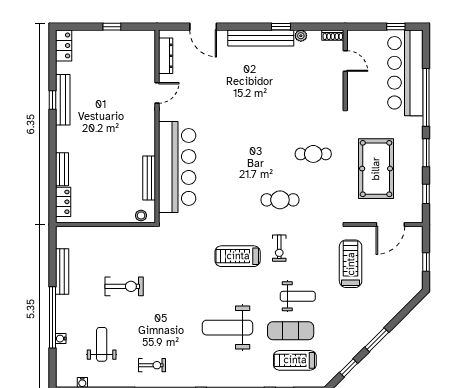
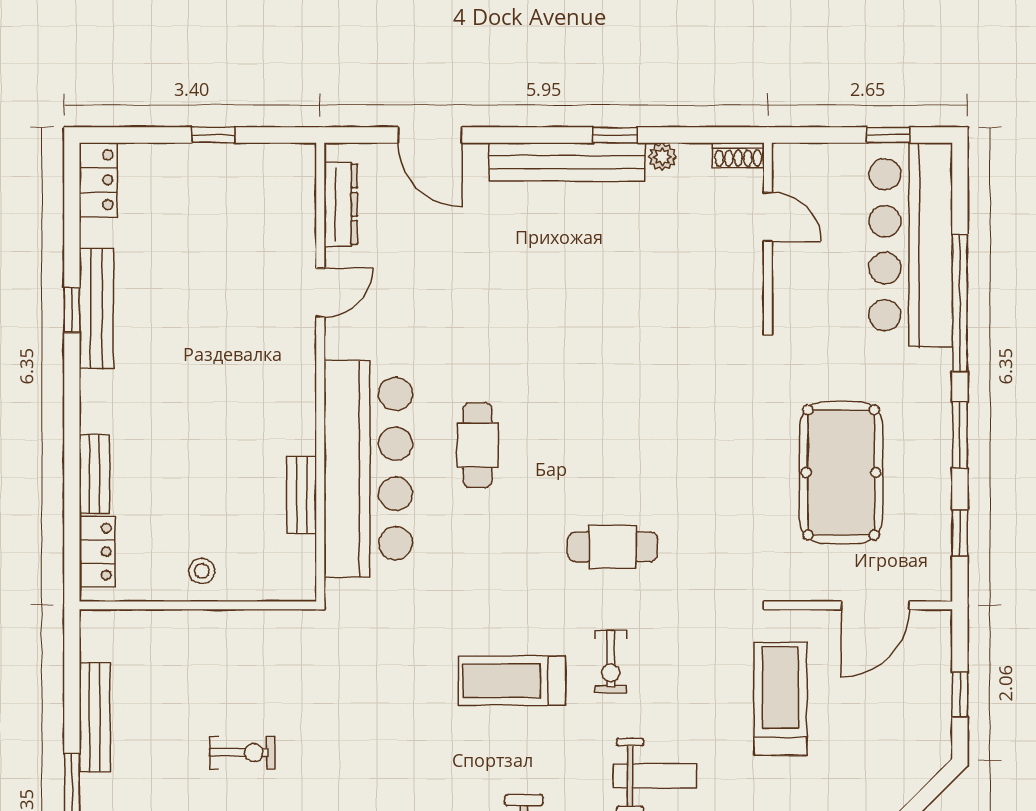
cafe table: (313, 154) -> (478, 445), moved, turned 90
bench: (149, 178) -> (302, 495), width x0.73
stool: (141, 215) -> (202, 571), moved
exercise bike: (124, 286) -> (242, 753), width x0.73, depth x0.72

